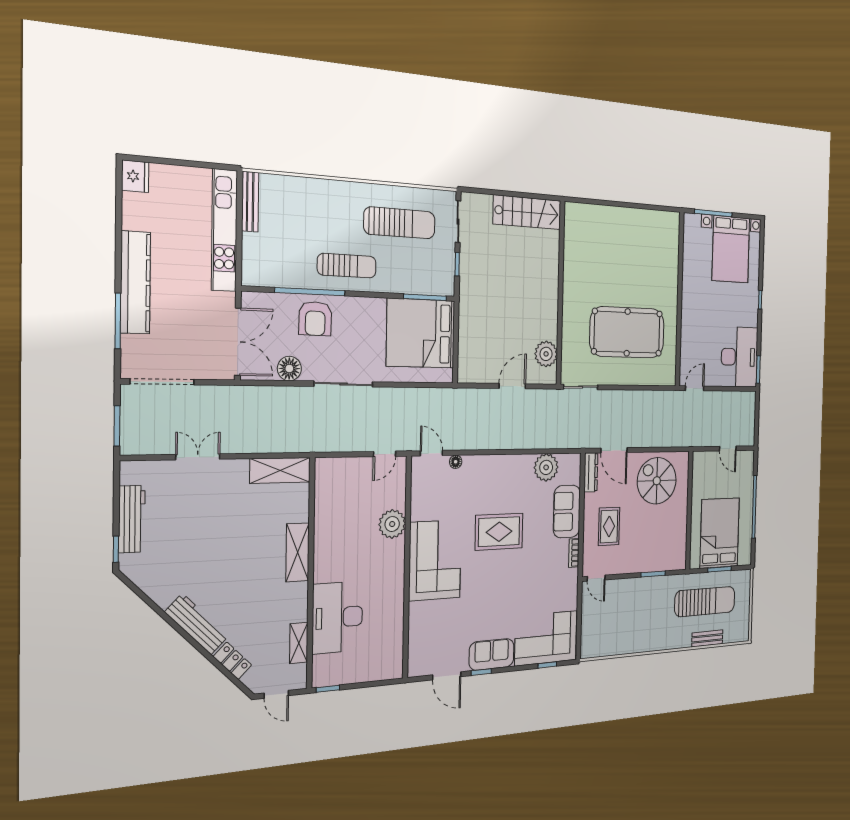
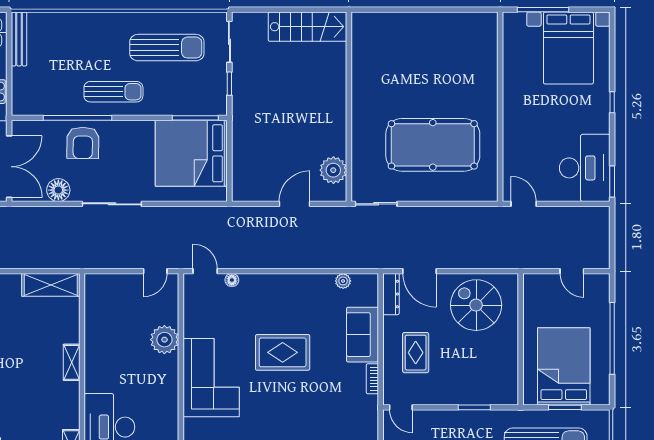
door: (695, 388) -> (524, 204), hinge flipped
plant: (546, 467) -> (343, 281), width x0.53, depth x0.53
shelving: (298, 552) -> (72, 362), width x0.67, depth x0.75

